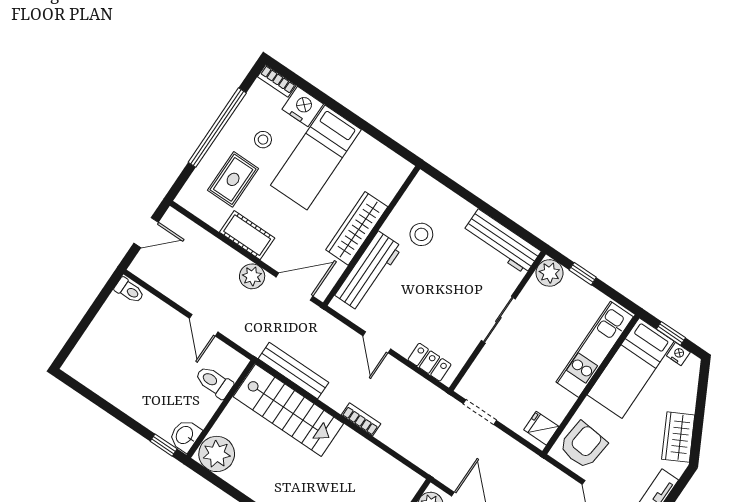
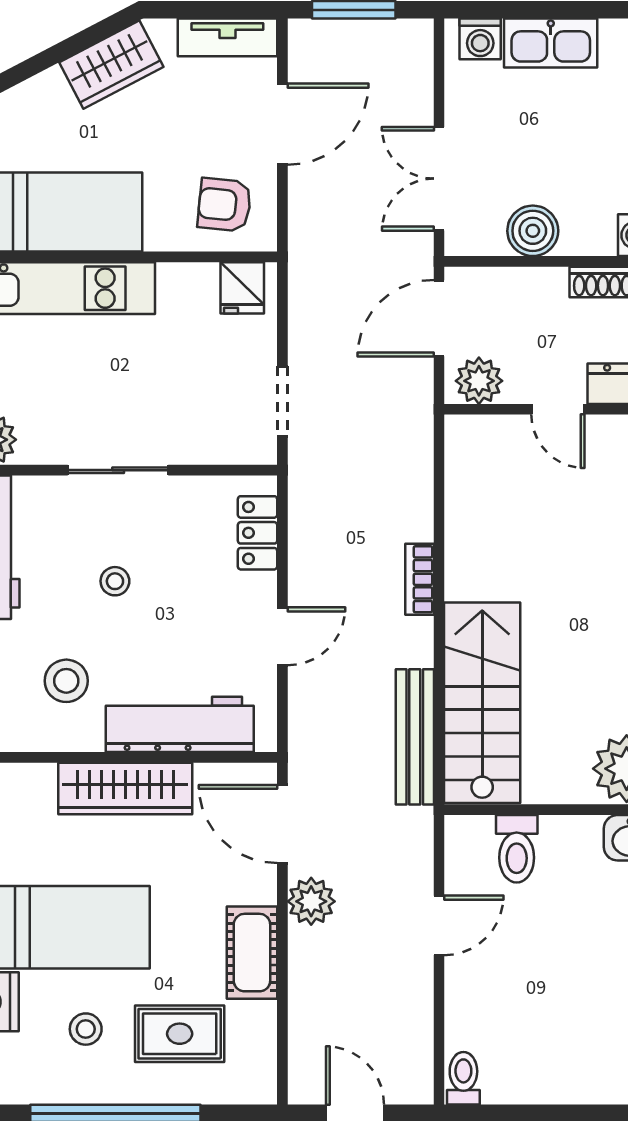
stool: (451, 285) -> (115, 581), added
armchair: (583, 445) -> (224, 205), width x0.72, depth x0.72

